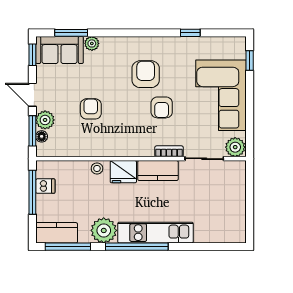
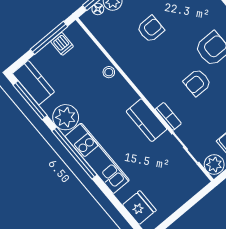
fridge: (123, 172) -> (139, 208), moved, turned 180

